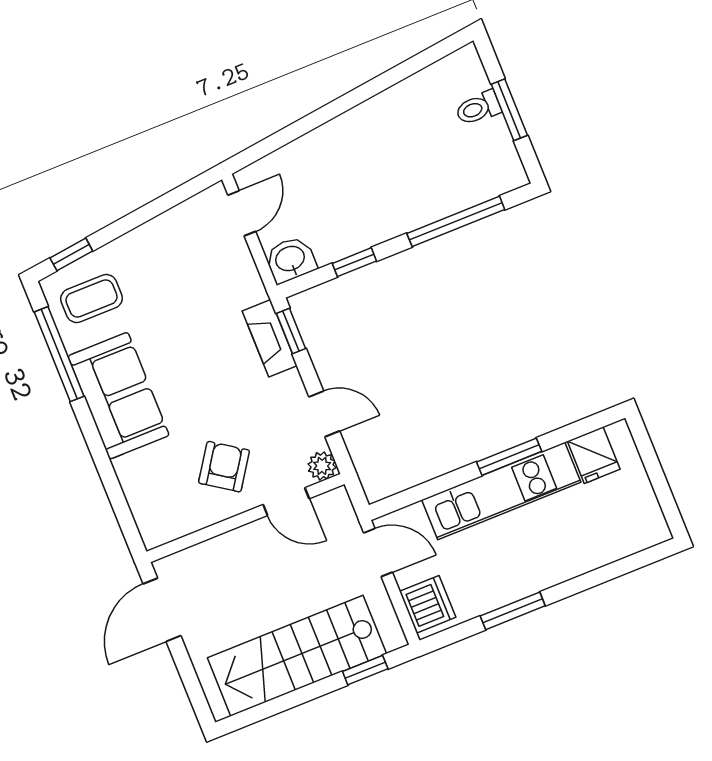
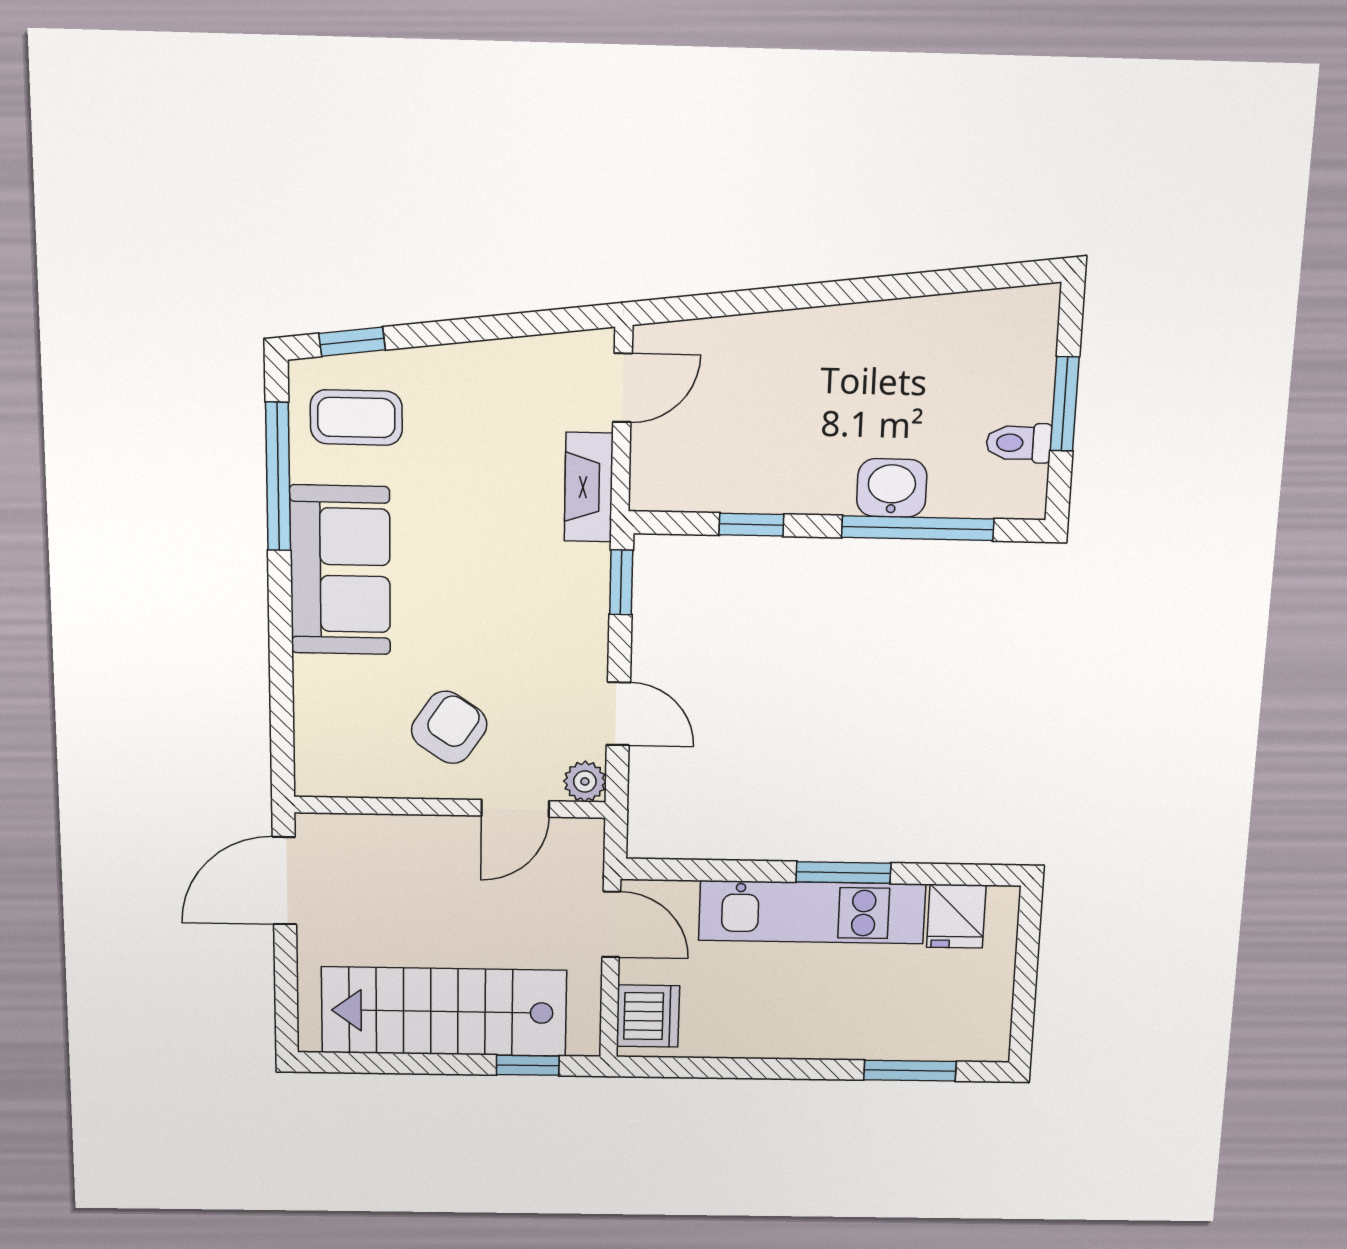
toilet: (478, 108) -> (1019, 443), moved
washbasin: (290, 260) -> (892, 488), moved
fireplace: (270, 338) -> (589, 487), moved
door: (286, 502) -> (515, 808), hinge flipped
window: (513, 611) -> (910, 1071), moved

